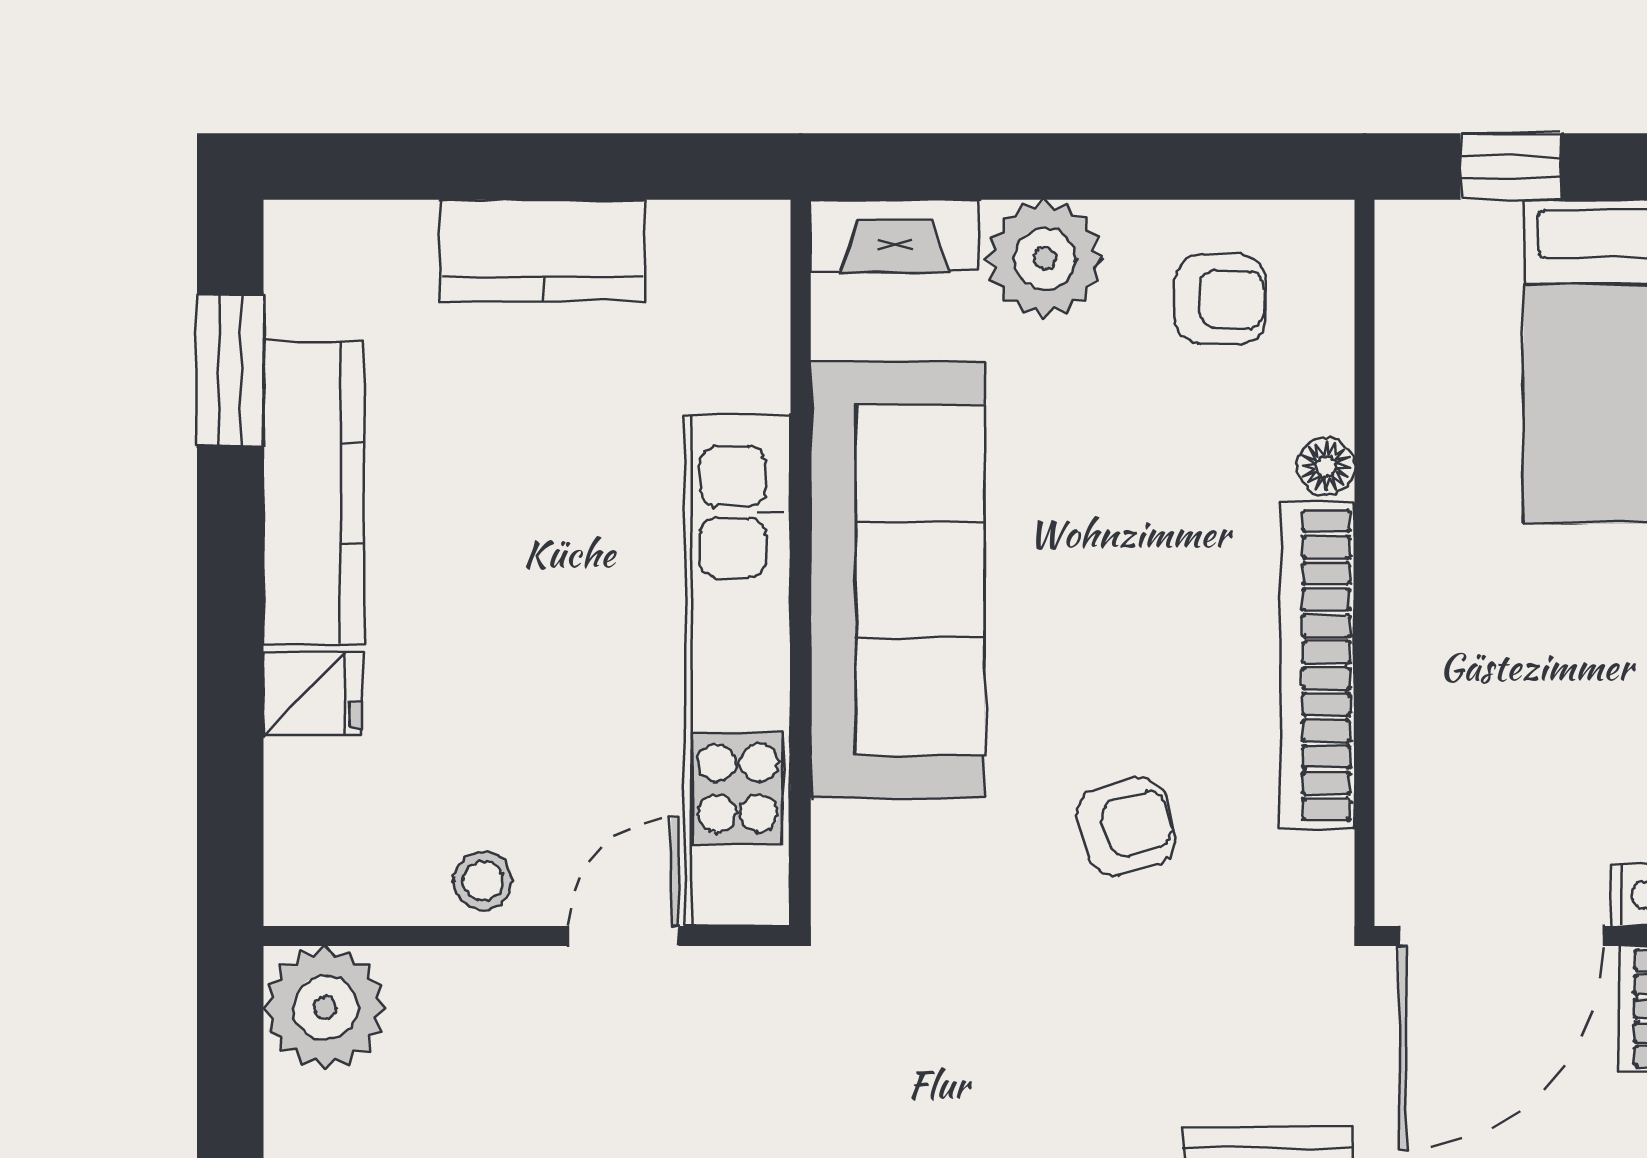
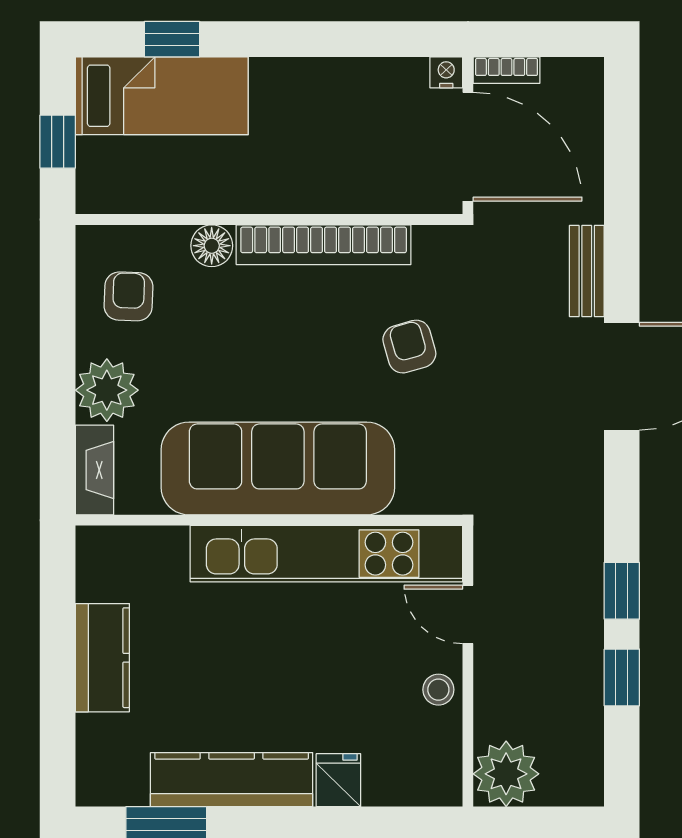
floor lamp: (1326, 466) -> (212, 246), width x1.37, depth x1.37

